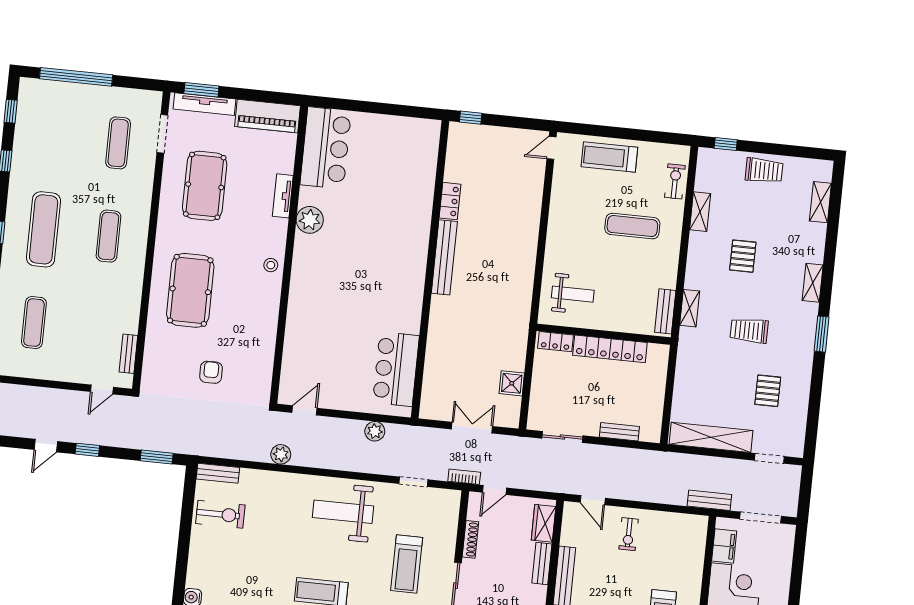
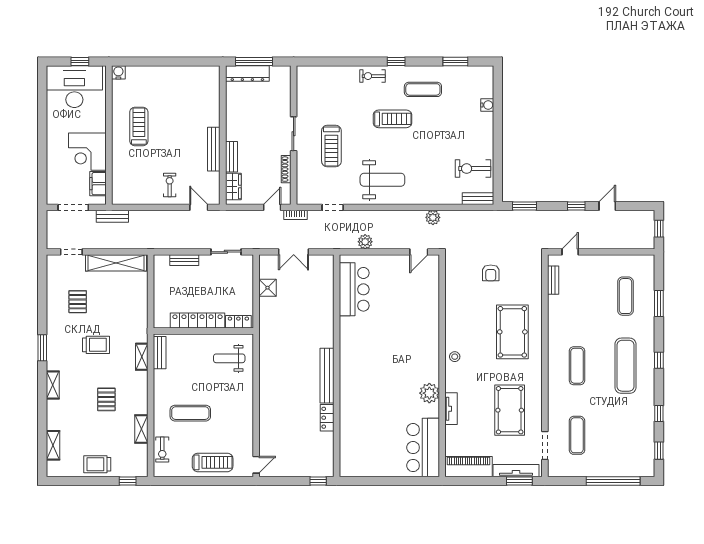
treadmill: (407, 564) -> (331, 146), turned 180

